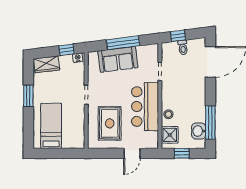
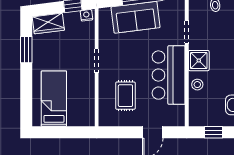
window: (28, 96) -> (26, 50), moved
rug: (110, 123) -> (125, 96), width x0.73, depth x0.70
shower: (170, 135) -> (199, 61), moved

